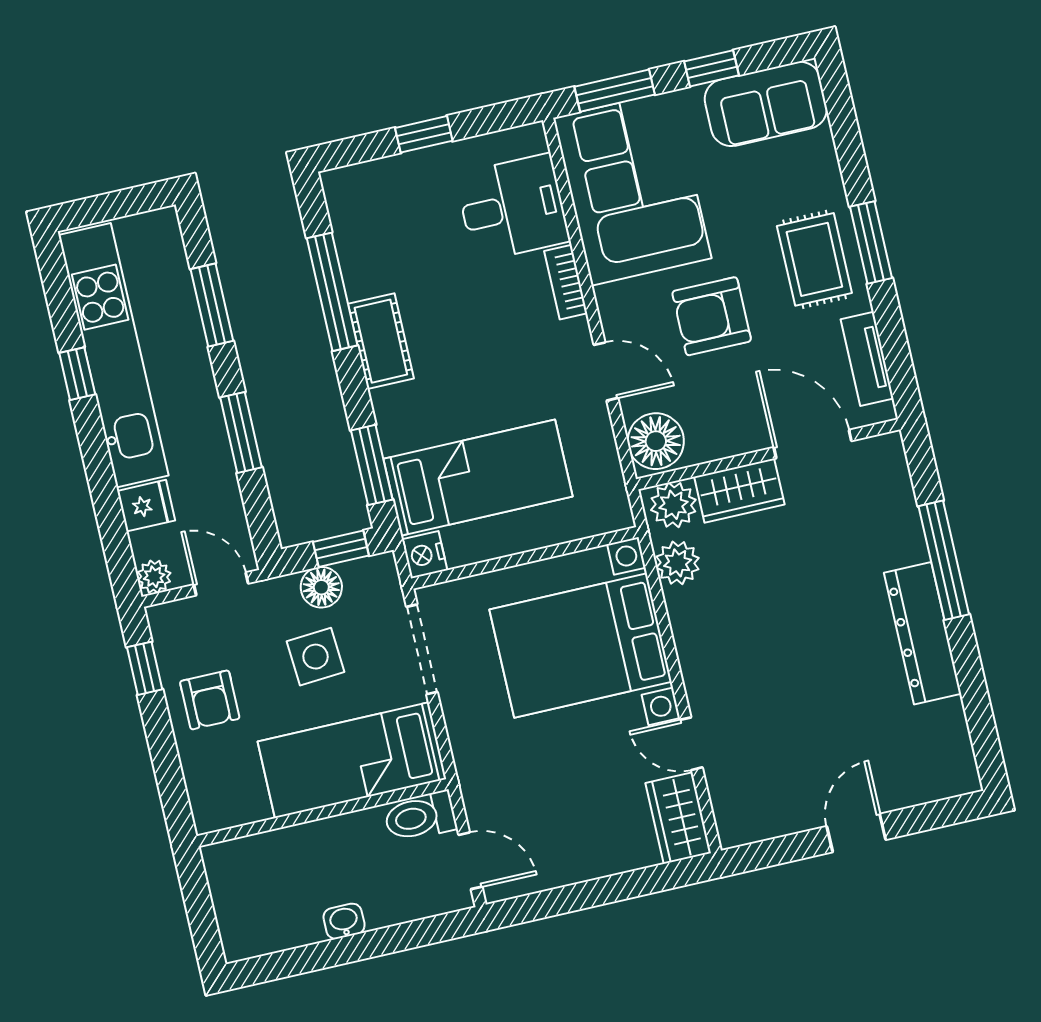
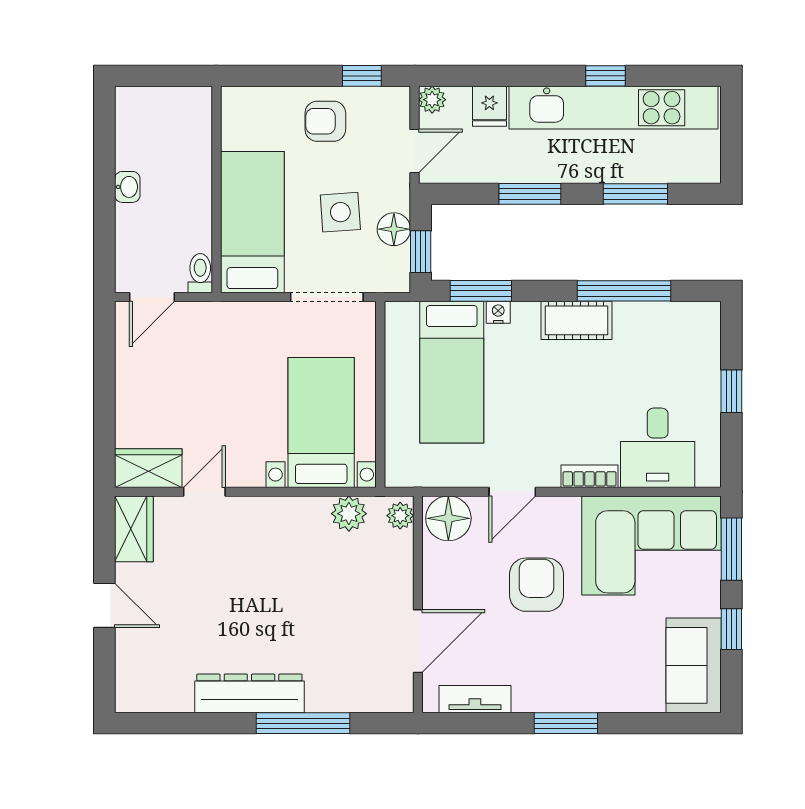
rug: (814, 259) -> (563, 676), removed
wardrobe: (739, 490) -> (134, 529), moved, turned 180
plant: (673, 505) -> (400, 516), width x0.73, depth x0.73
nightstand: (425, 555) -> (498, 312), moved, width x0.72, depth x0.74
bed with nightstands: (581, 646) -> (321, 422), width x0.73
toilet: (420, 817) -> (200, 273), width x0.73, depth x0.72

